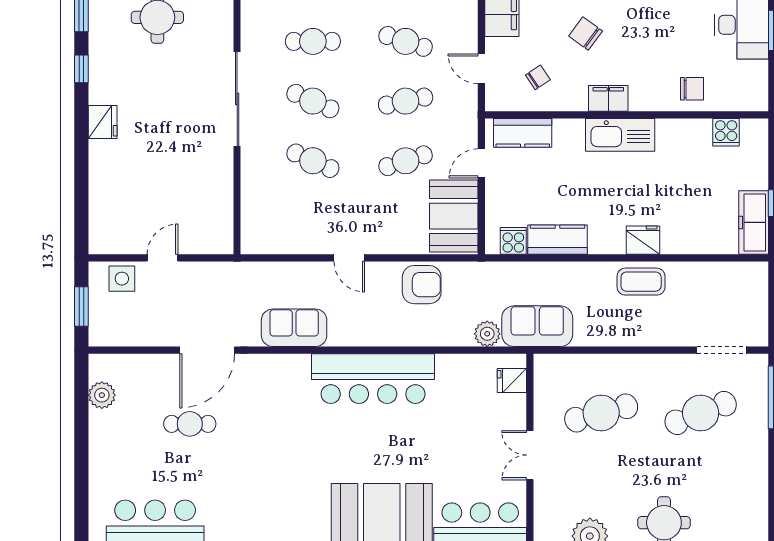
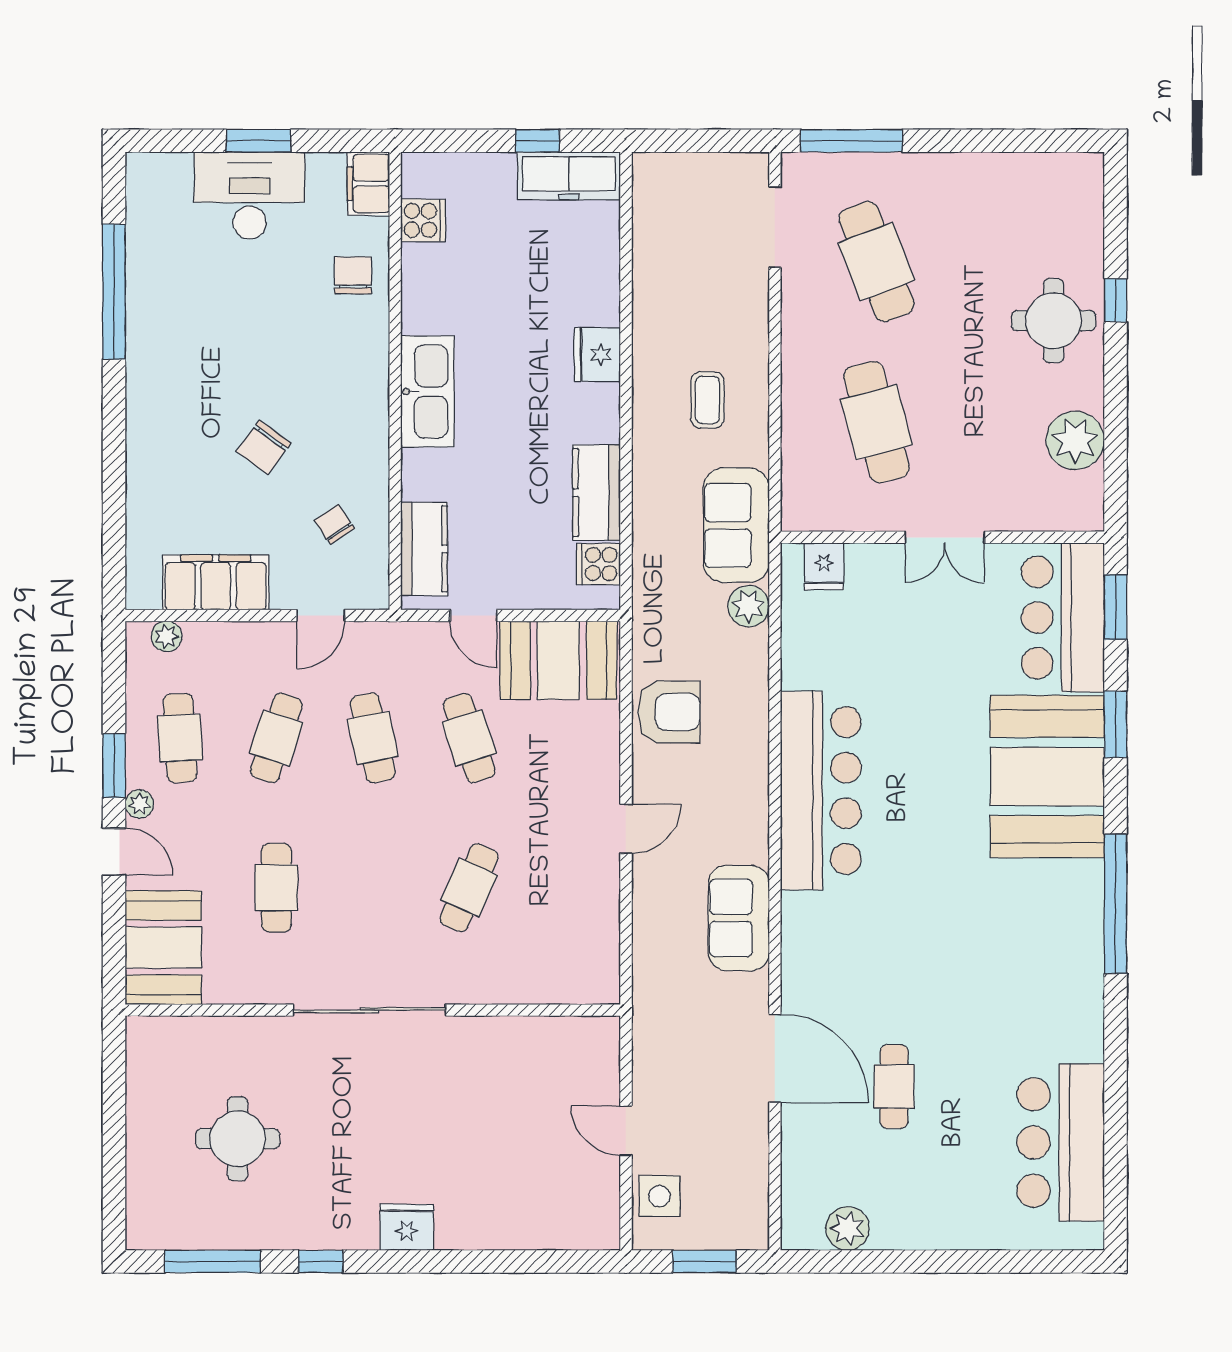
filing cabinet: (608, 98) -> (368, 184), moved
cafe table: (313, 101) -> (373, 888), removed
coffee table: (641, 282) -> (707, 400), moved, width x0.73, depth x0.77
armchair: (422, 285) -> (669, 712), turned 90

